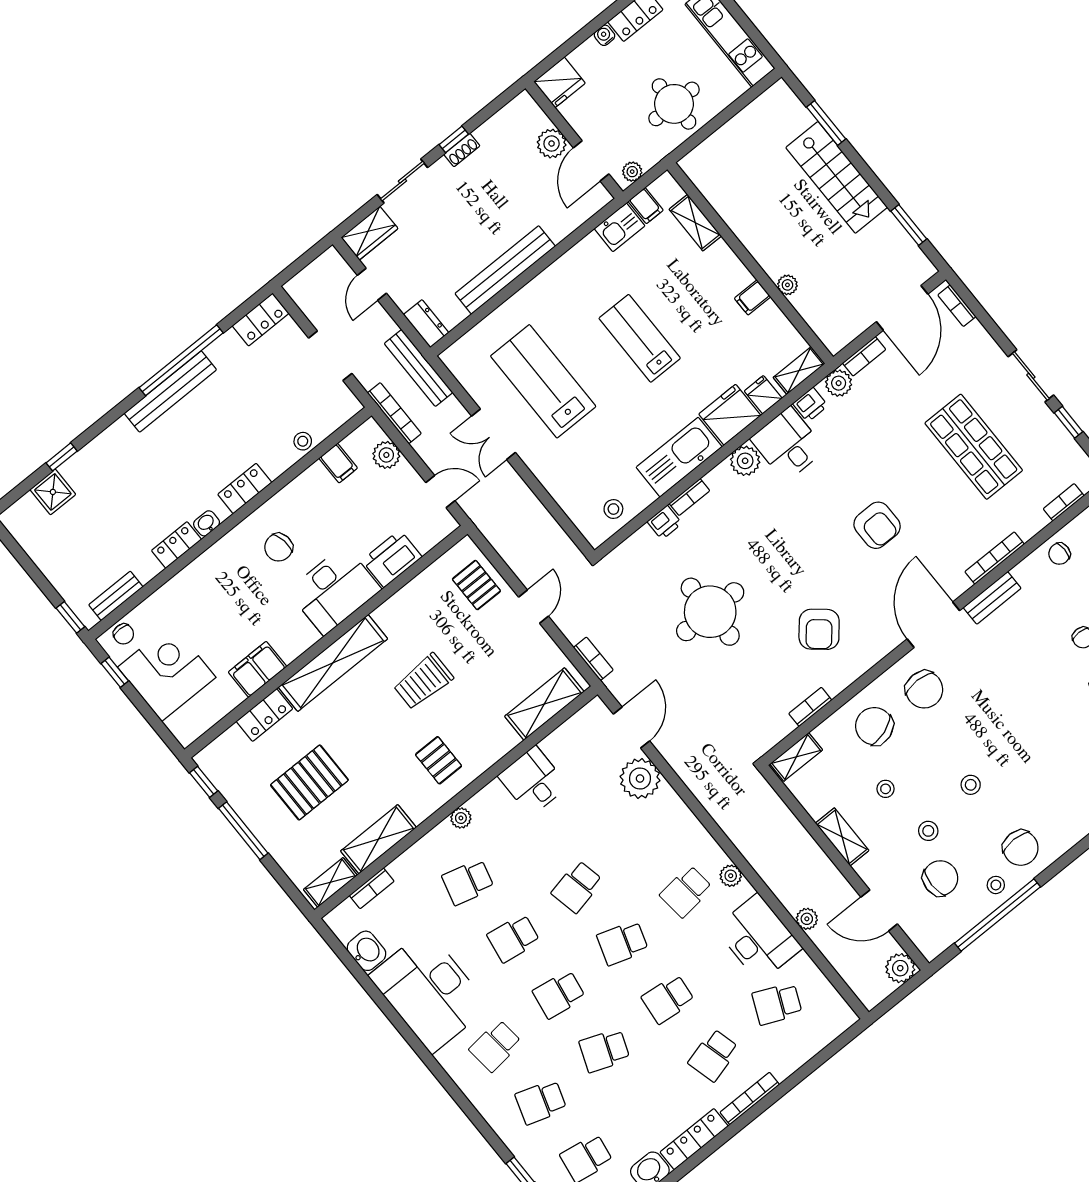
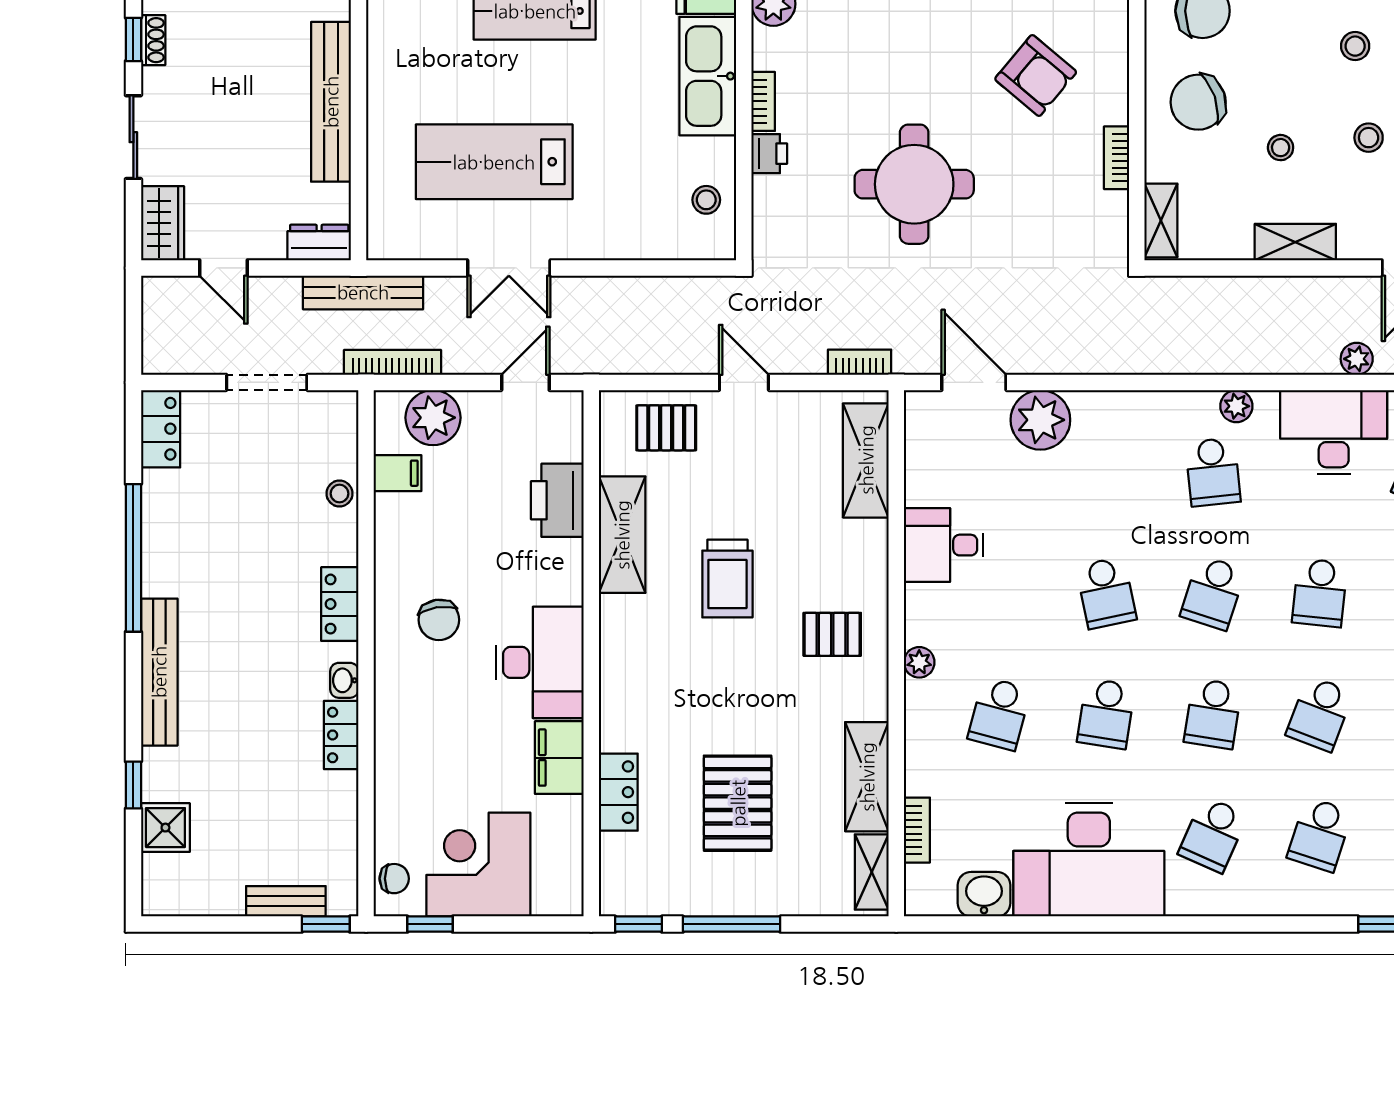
bench: (170, 392) -> (159, 672), moved
plant: (386, 455) -> (433, 418), width x1.36, depth x1.36
desk: (334, 590) -> (540, 662), moved
bench: (116, 596) -> (286, 901), moved, turned 90
shelving: (333, 663) -> (622, 535), moved, width x0.68
school desk: (495, 1046) -> (1213, 835), turned 30

